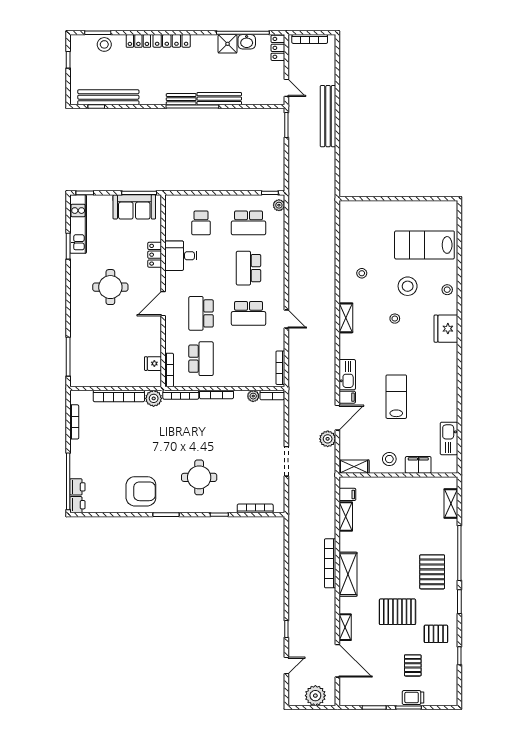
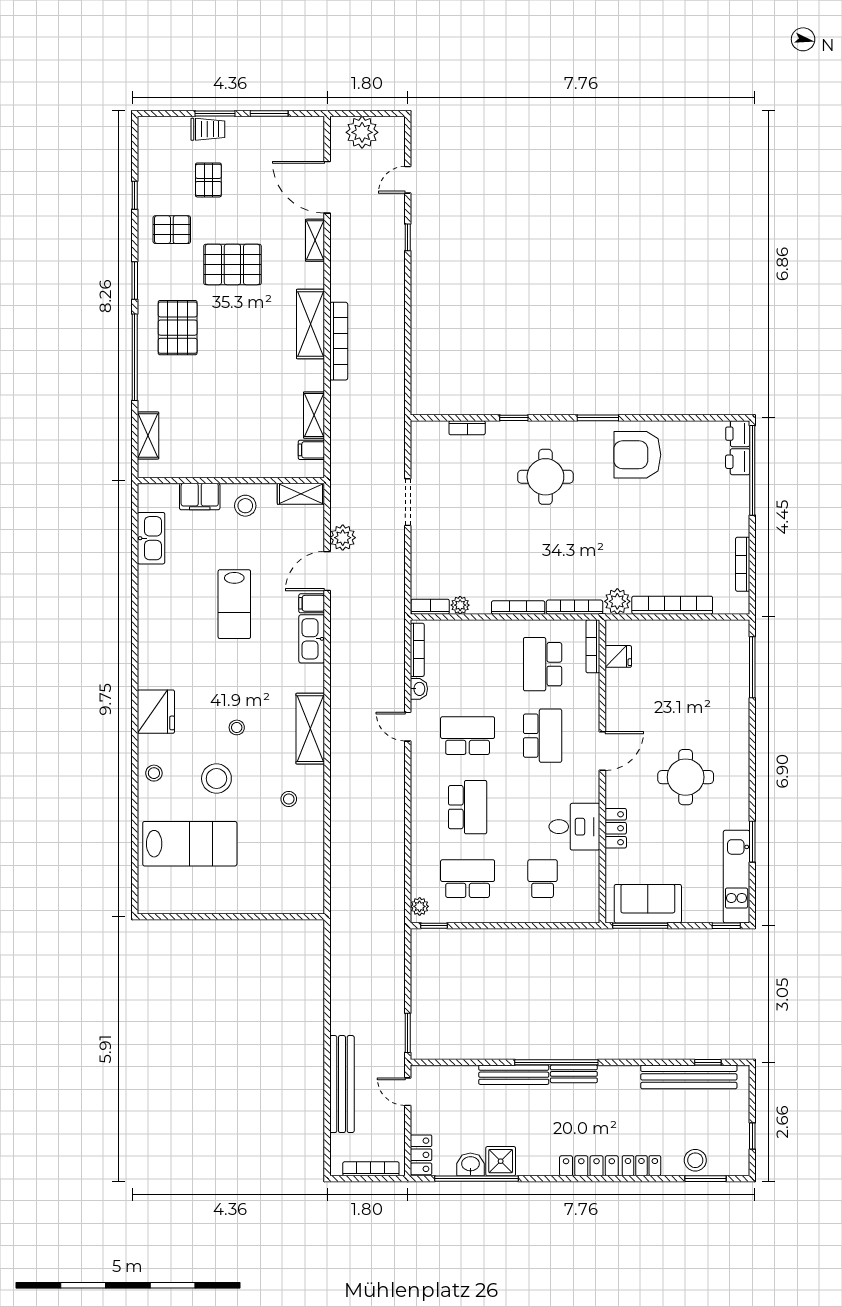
bench: (328, 116) -> (342, 1084), moved
shelving: (346, 318) -> (310, 729), width x1.50, depth x1.33
washbasin: (279, 343) -> (419, 689), added
bookcase: (255, 508) -> (467, 428), width x0.64

